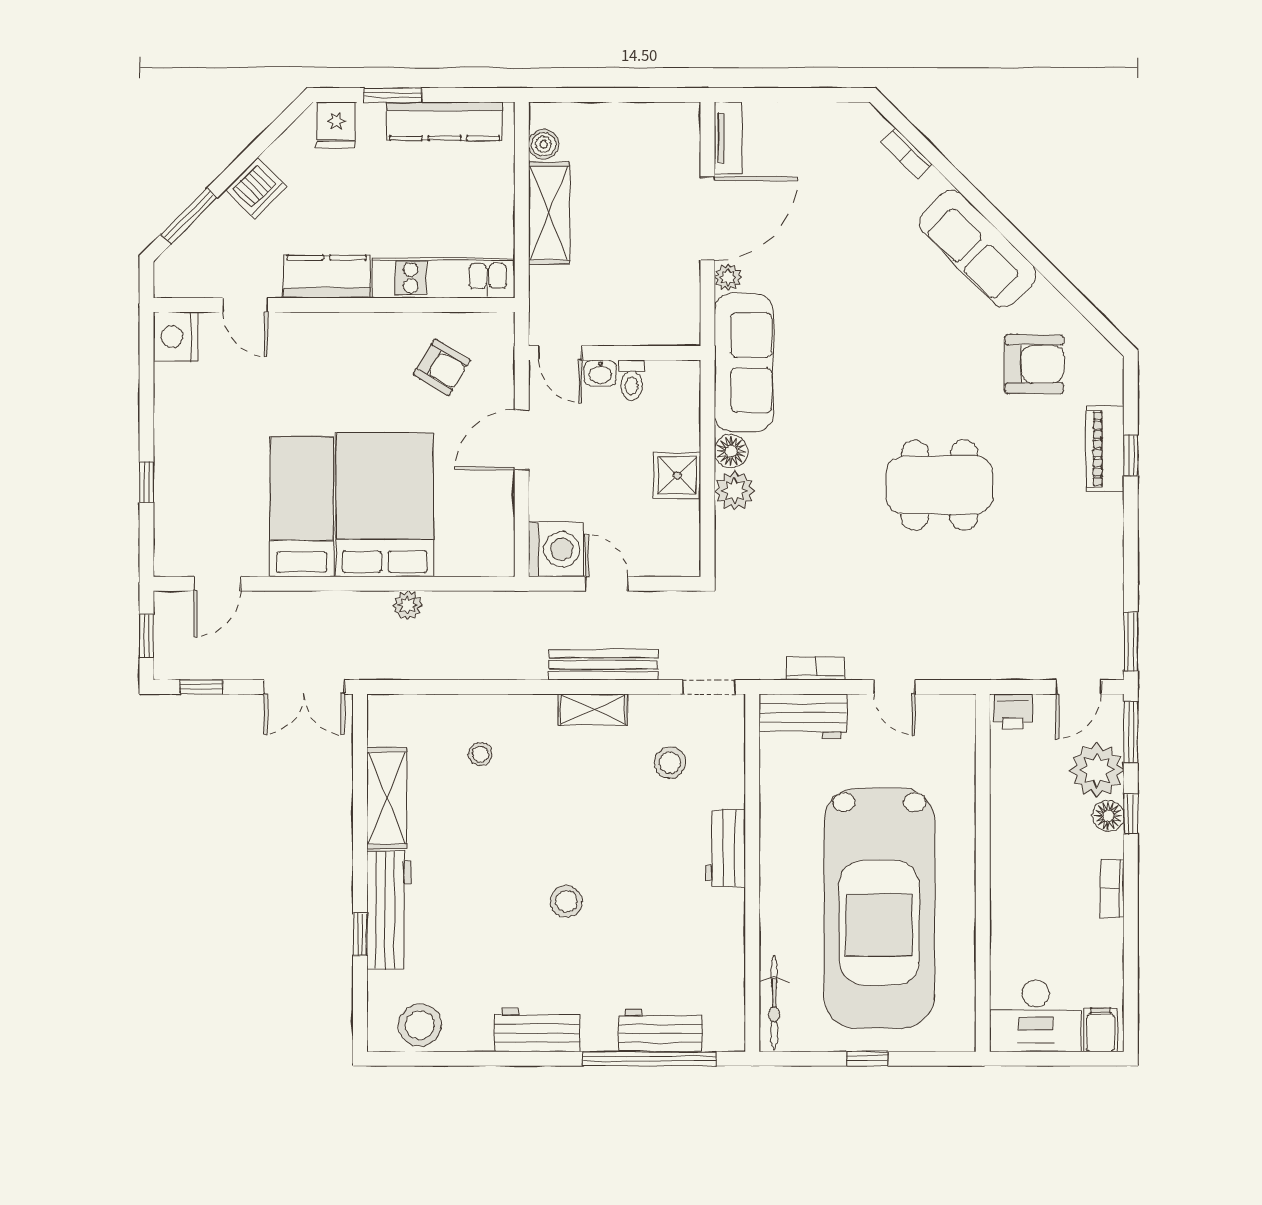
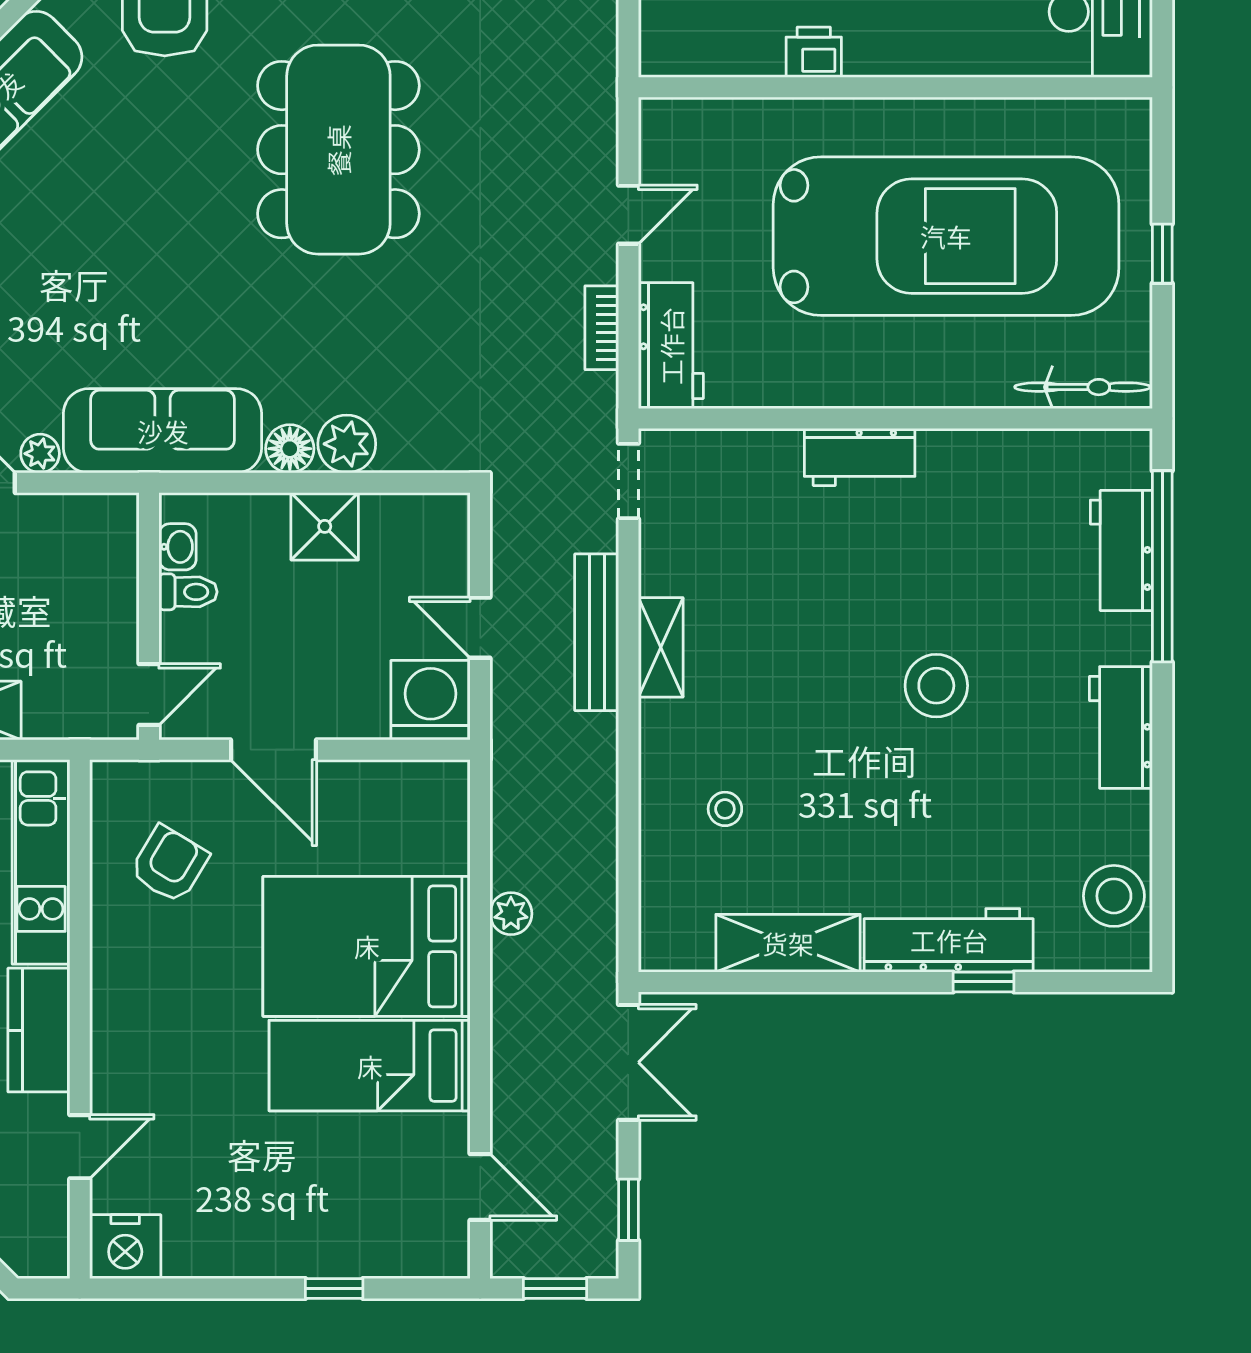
washbasin: (600, 373) -> (178, 547), moved
dining table: (939, 485) -> (338, 150), width x1.36, depth x1.24
door: (607, 584) -> (480, 628), hinge flipped
printer: (1013, 711) -> (814, 52), moved, turned -90
stool: (670, 763) -> (737, 537), removed
stool: (566, 901) -> (936, 686), width x1.38, depth x1.38

